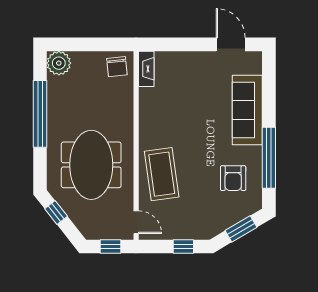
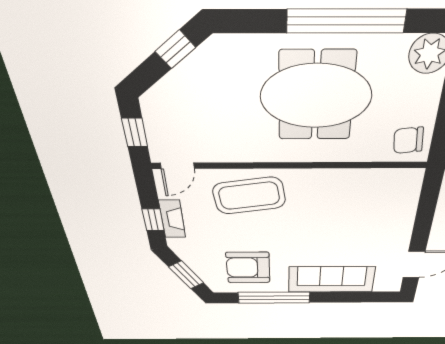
fireplace: (146, 69) -> (172, 219), moved, turned -90
meeting table: (91, 165) -> (316, 96), moved
armchair: (233, 178) -> (248, 268), width x1.36, depth x1.36

